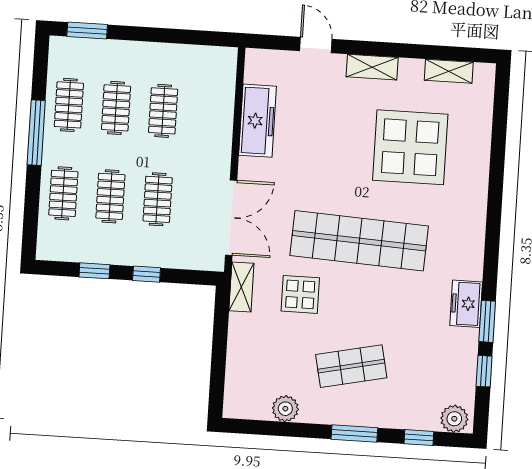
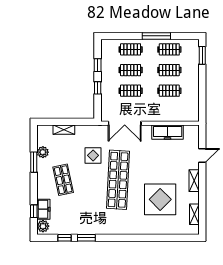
shelving: (241, 287) -> (64, 130), moved
freezer: (466, 304) -> (43, 209), moved, turned 90
window: (354, 433) -> (34, 162), moved

